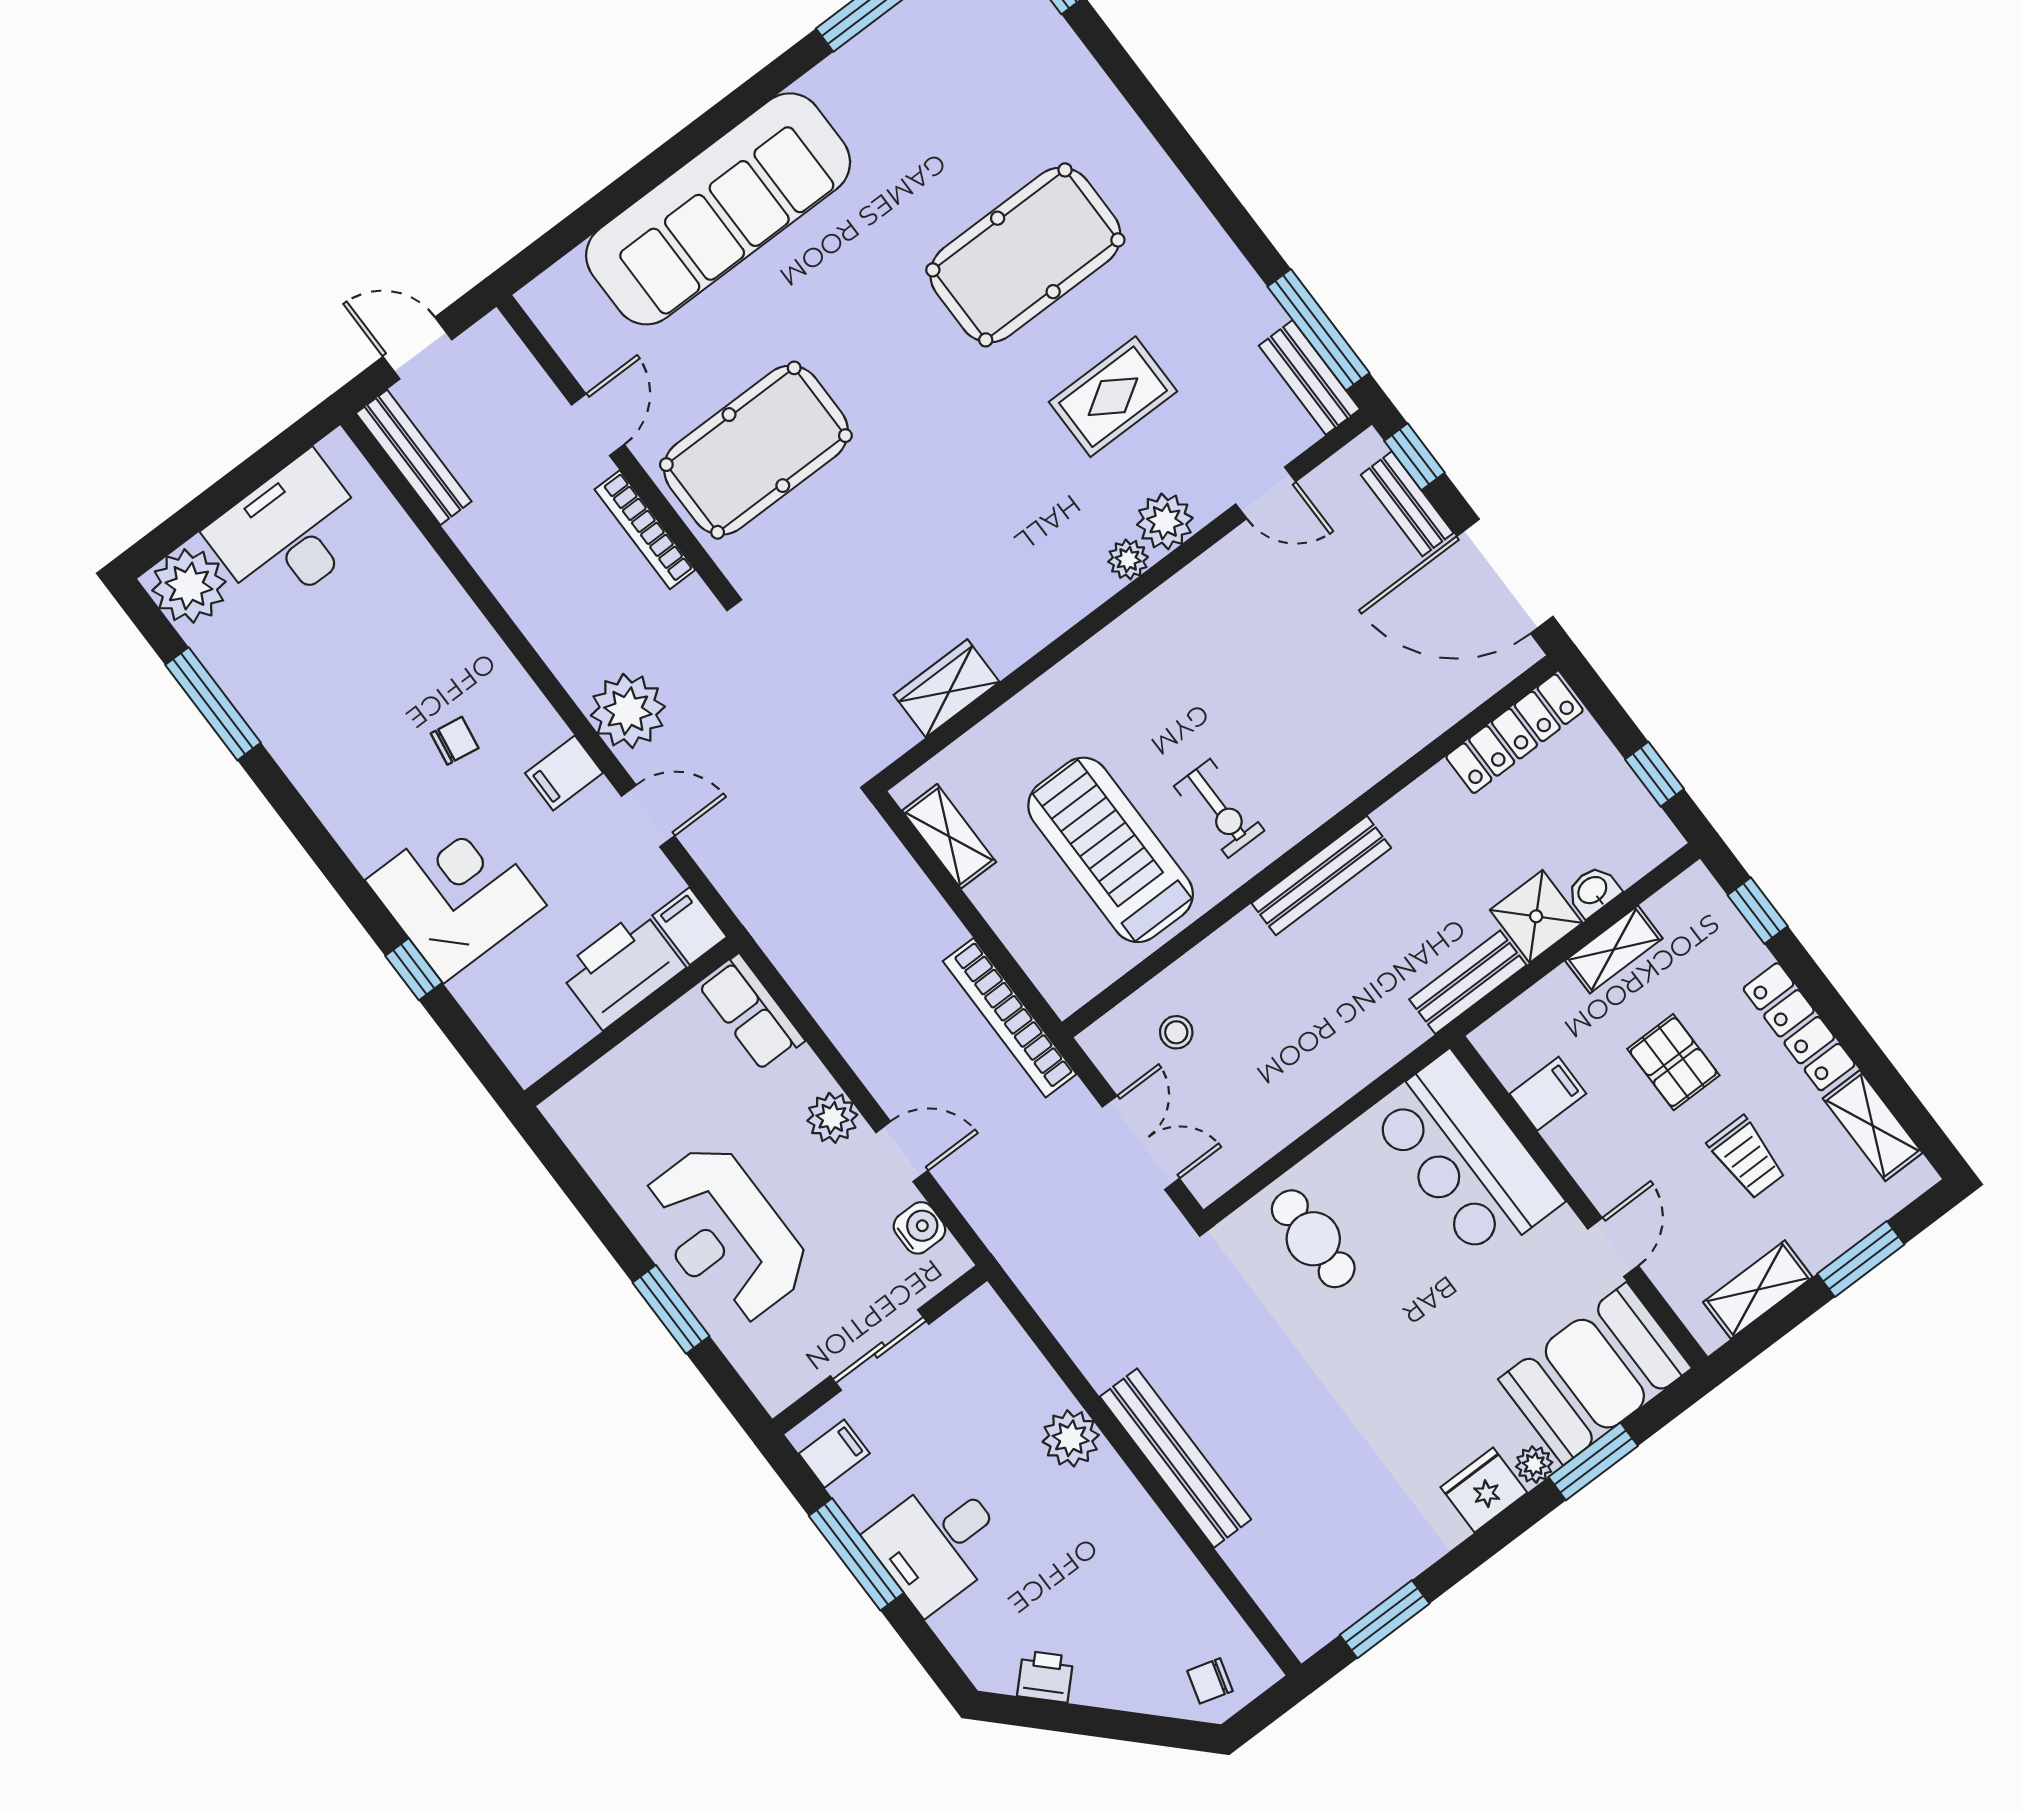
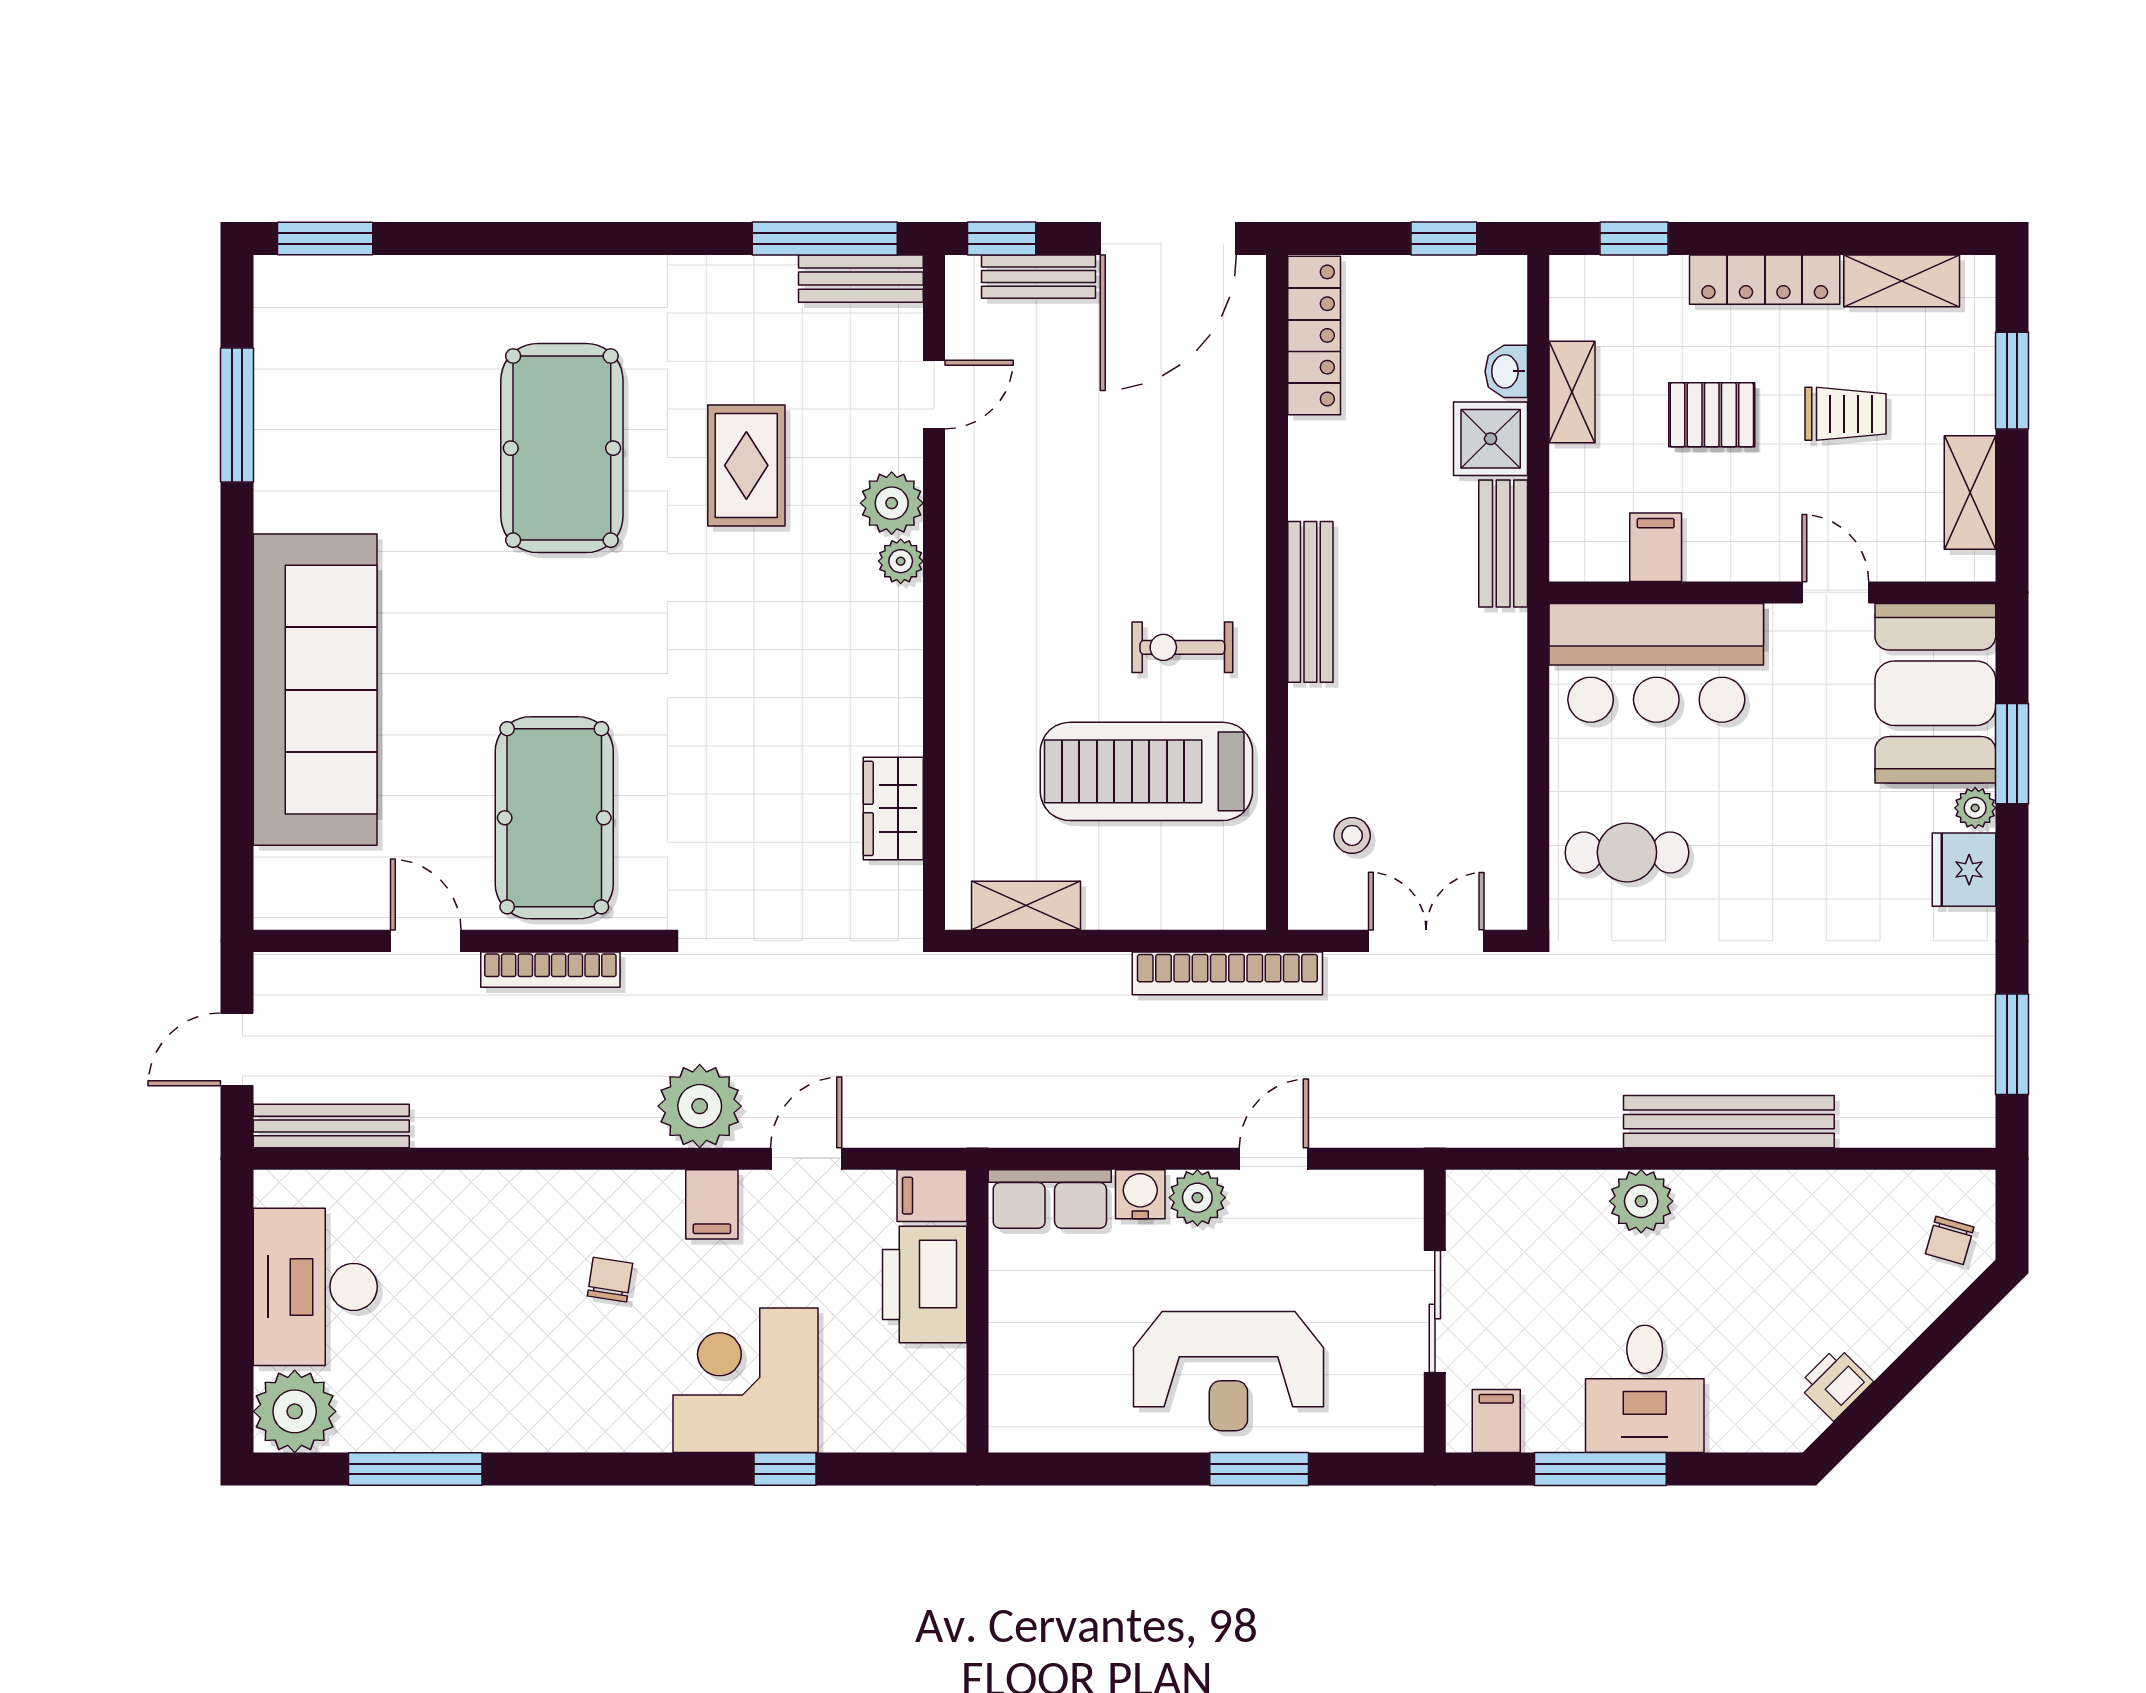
exercise bike: (1219, 808) -> (1182, 647), turned 180
water cooler: (919, 1228) -> (1140, 1194), moved

